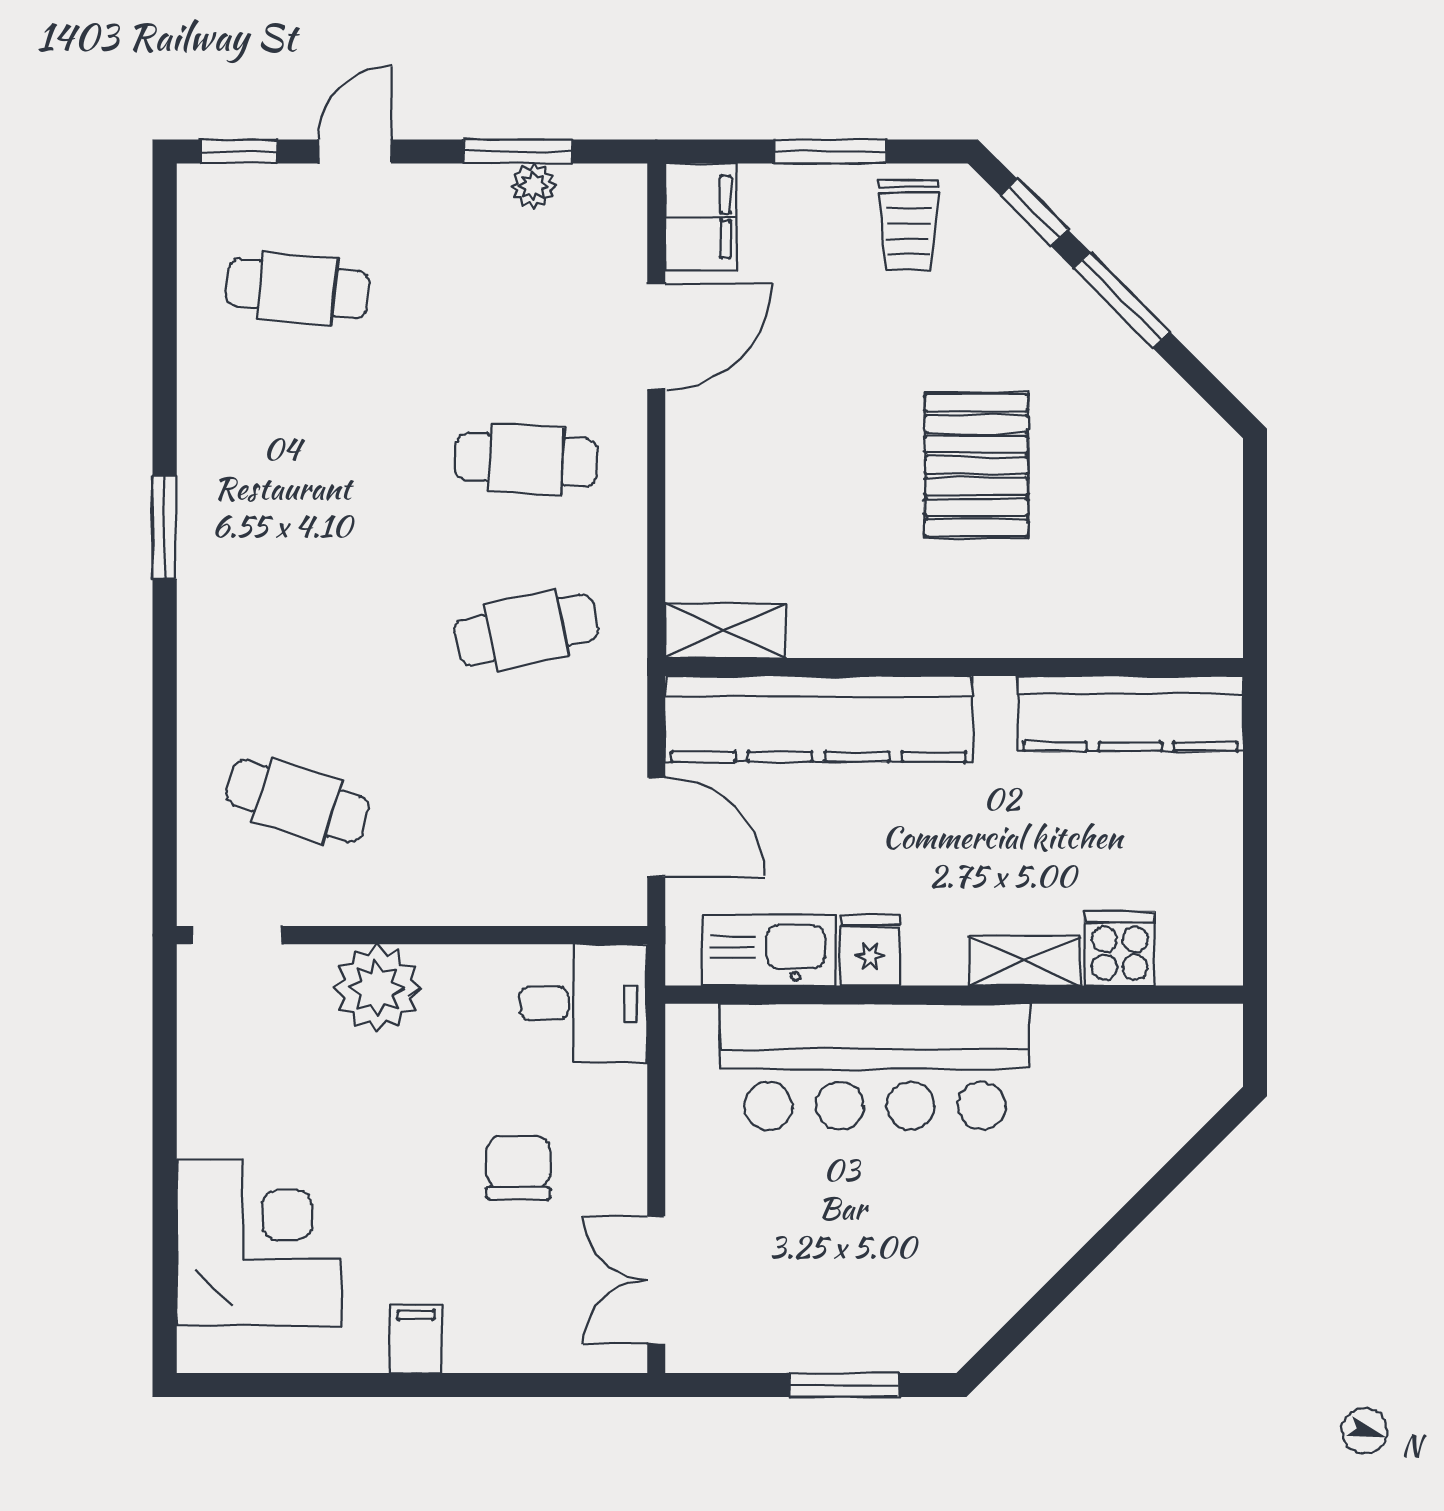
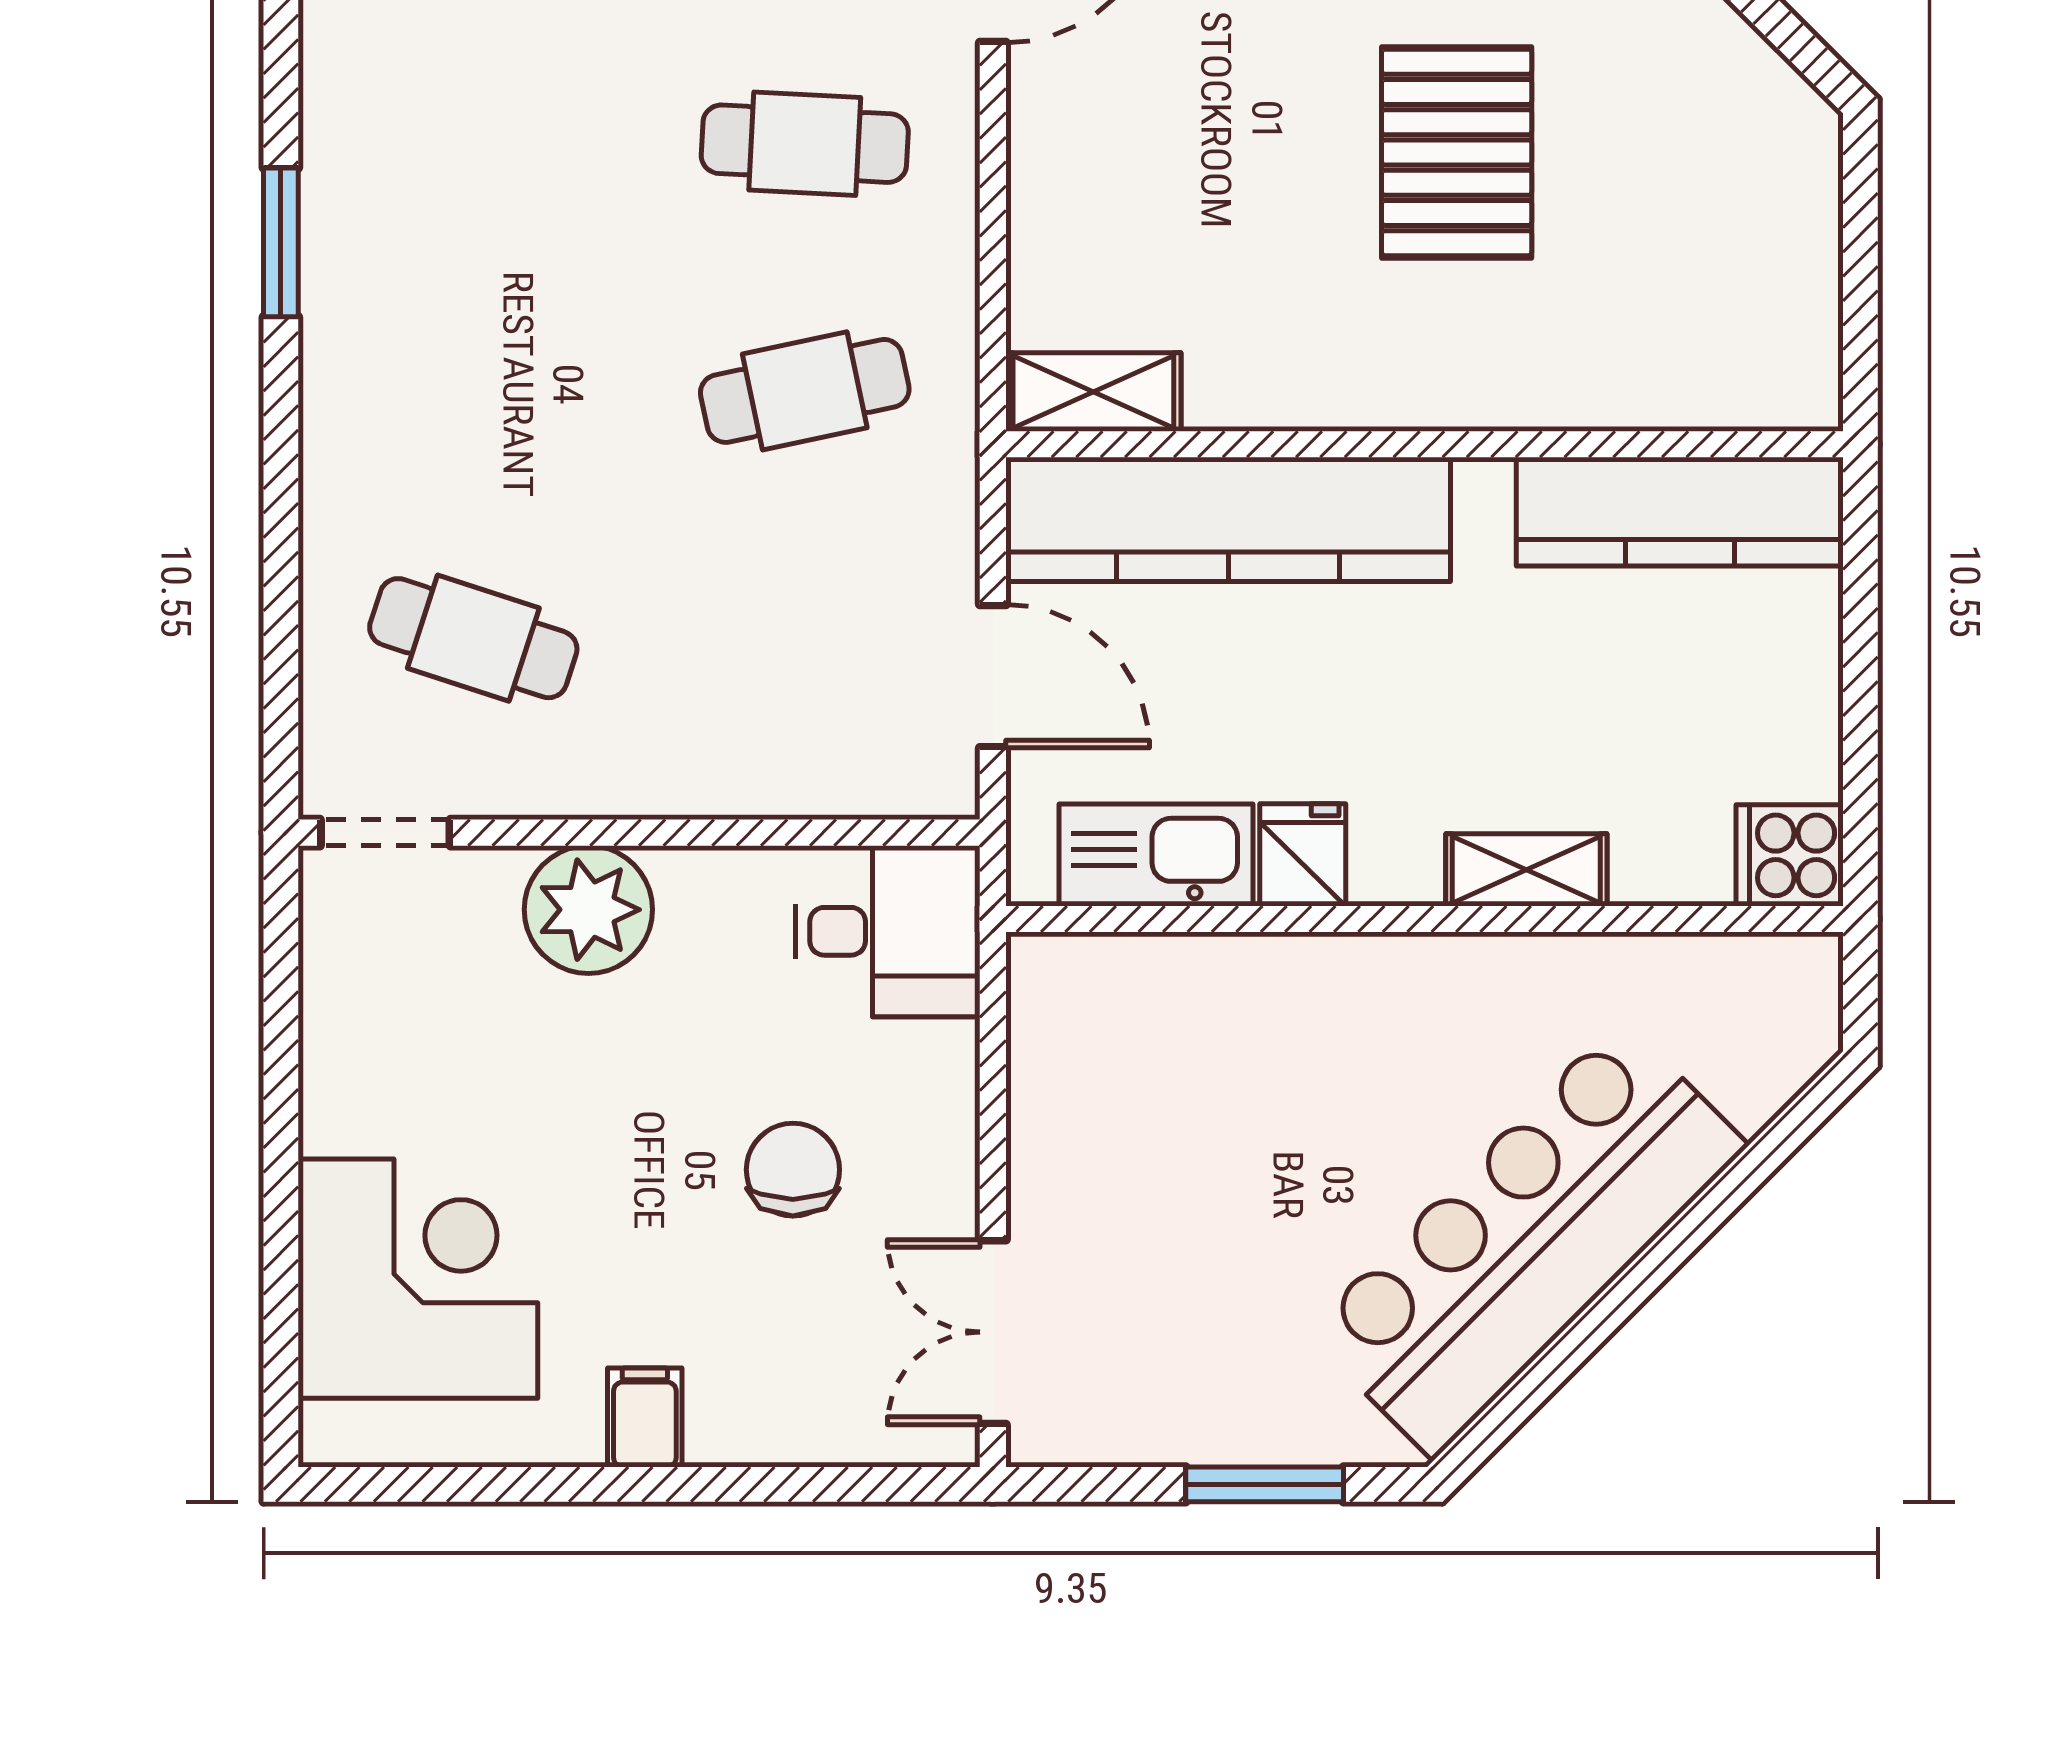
cooker: (1120, 949) -> (1790, 855), moved, turned -90
bar counter: (875, 1067) -> (1527, 1239), moved, turned 135

